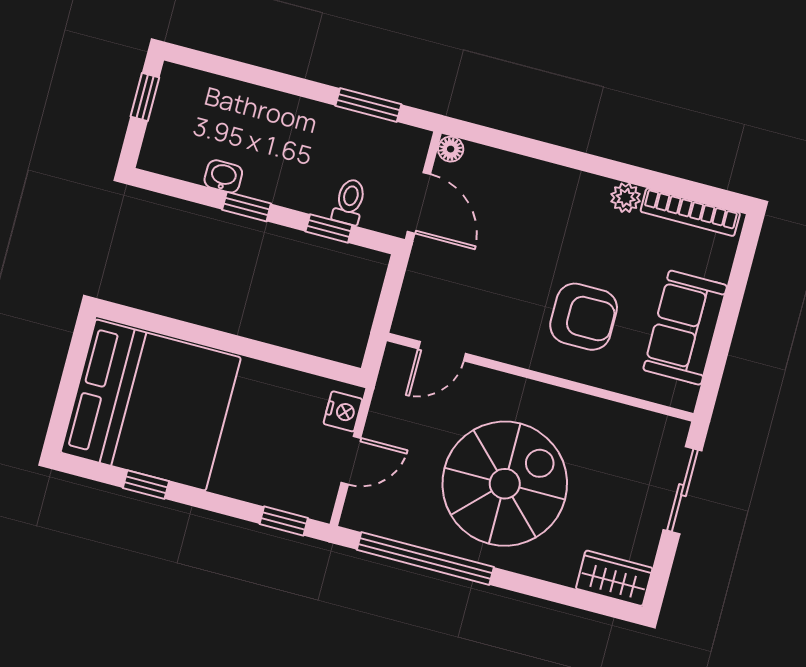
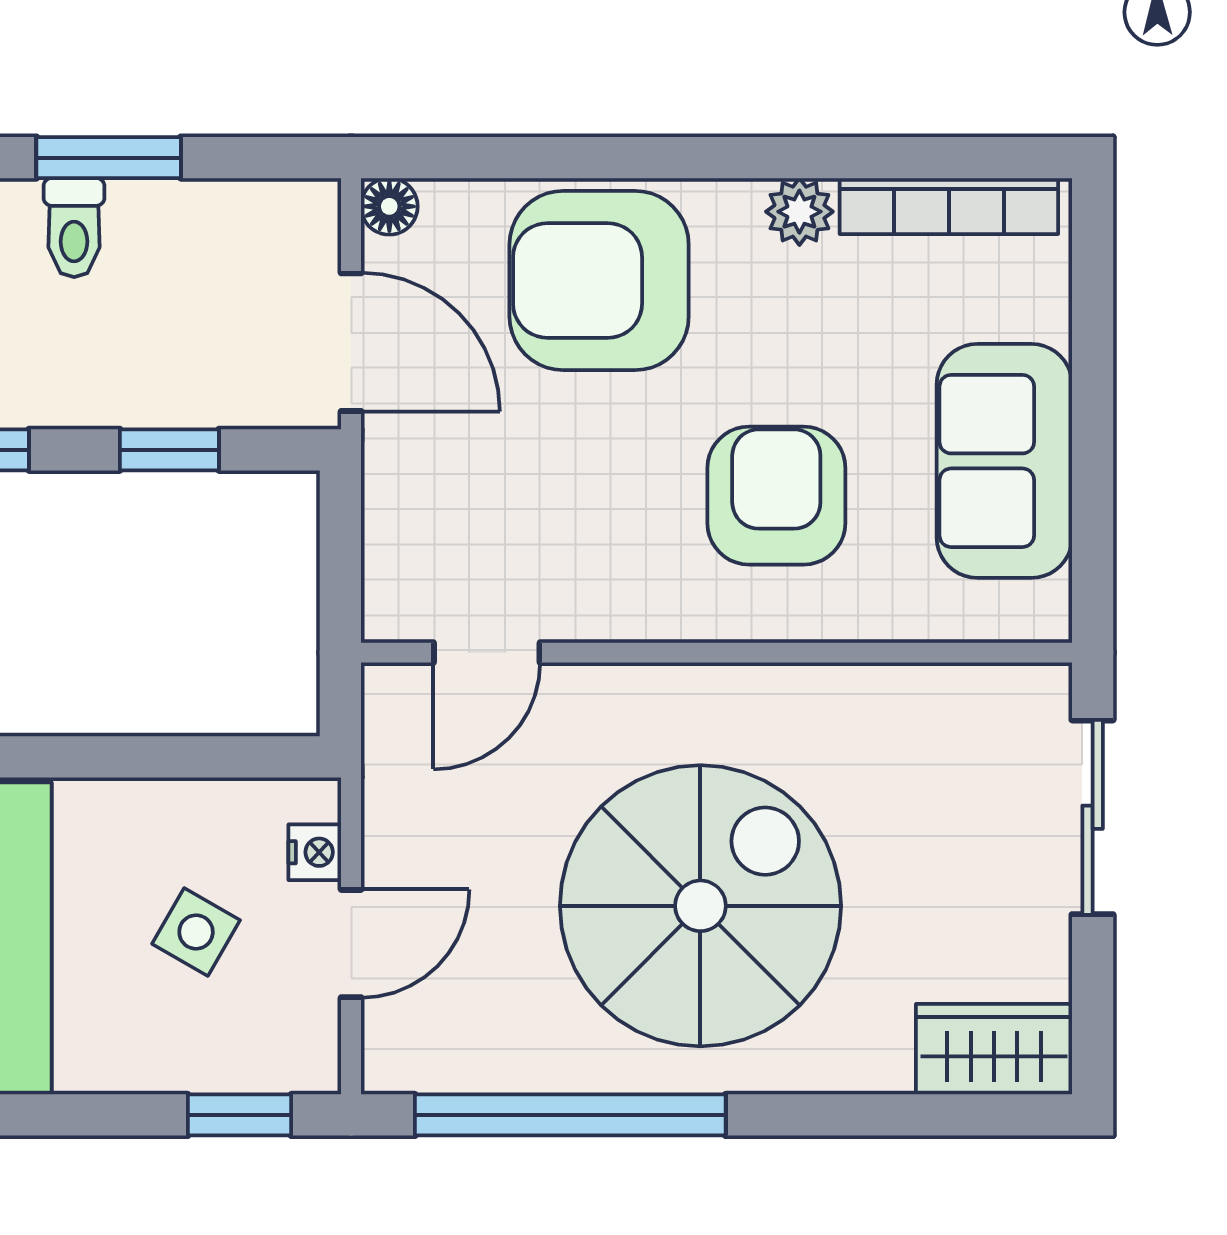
window: (368, 105) -> (109, 158), moved
toilet: (349, 202) -> (74, 228), moved, turned 180
armchair: (532, 205) -> (599, 281), added
armchair: (584, 317) -> (776, 496), turned -90
nightstand: (343, 411) -> (315, 852), width x0.72, depth x0.74
side table: (286, 438) -> (196, 932), added

